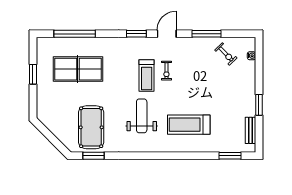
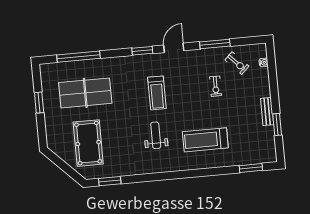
exercise bike: (166, 71) -> (215, 86), moved
window: (259, 105) -> (277, 124), moved
weight bench: (142, 116) -> (156, 135), width x0.73, depth x0.75
pool table: (91, 127) -> (88, 143), moved
bench: (251, 130) -> (267, 112), moved

